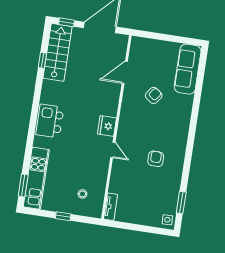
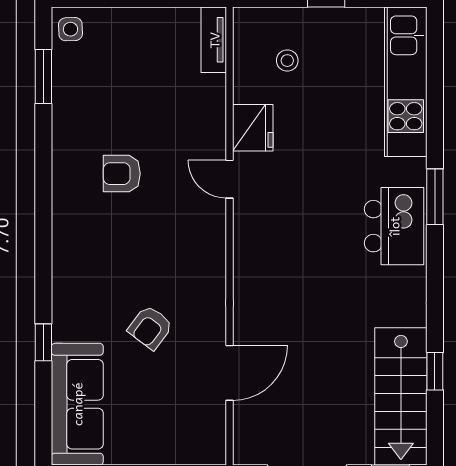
window: (197, 96) -> (43, 342), added
fridge: (107, 126) -> (253, 128), moved
armchair: (156, 159) -> (122, 174), turned 90
window: (23, 186) -> (435, 197), moved

